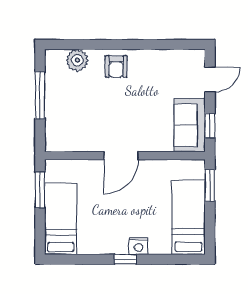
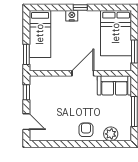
door: (210, 79) -> (26, 122), swing flipped
sofa: (190, 125) -> (114, 85), moved, turned 90
bed: (61, 219) -> (116, 33), width x1.50

